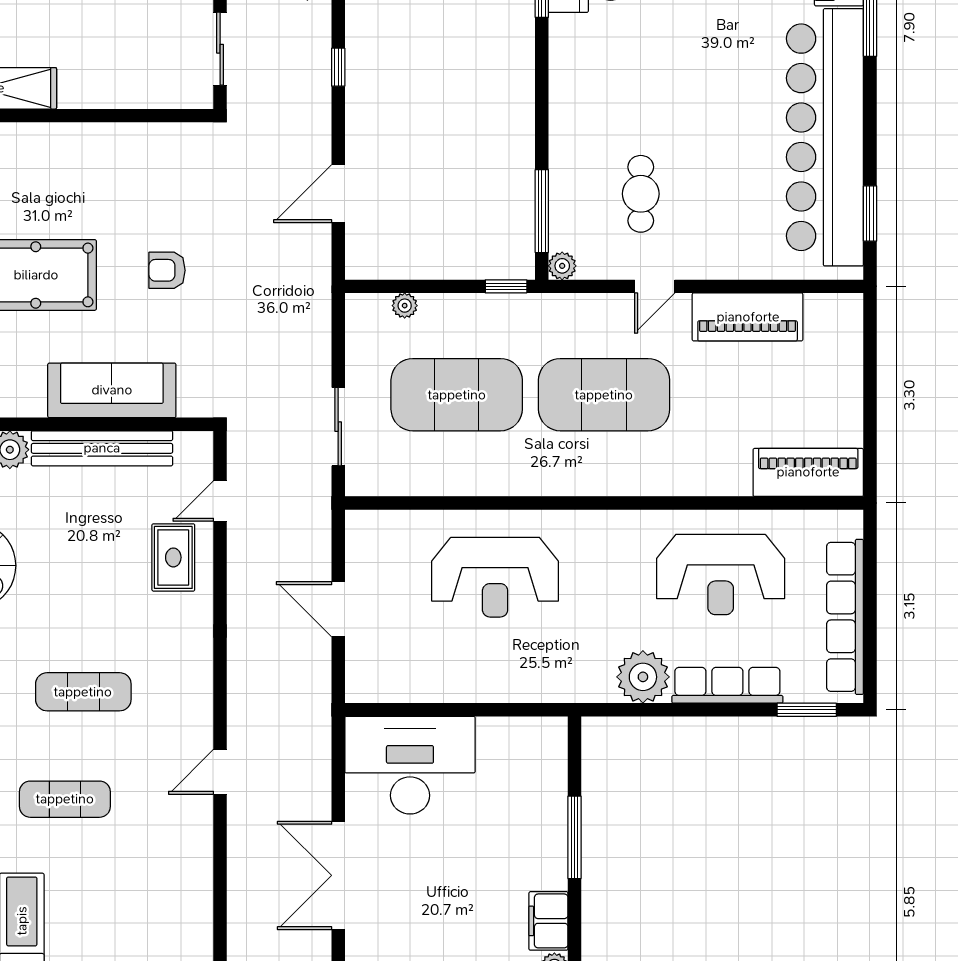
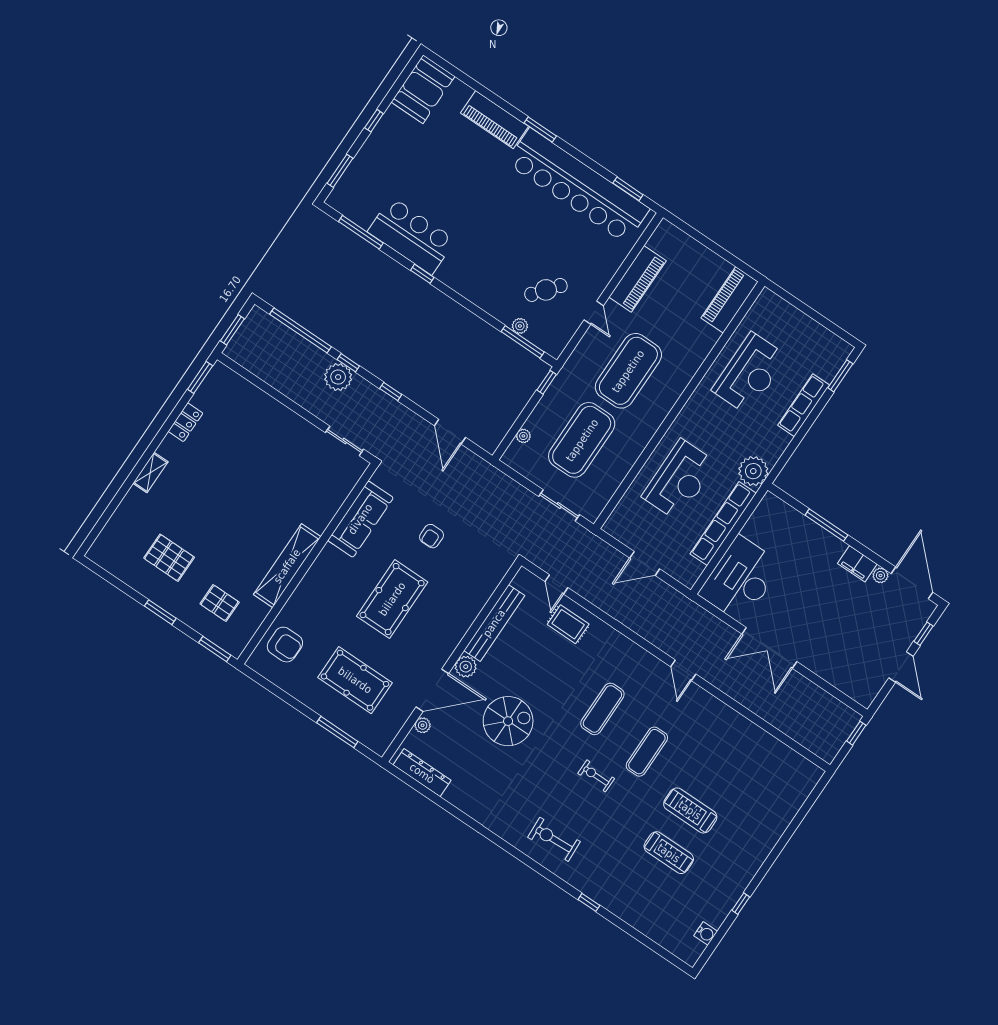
cafe table: (641, 194) -> (546, 290), turned -51
plant: (562, 266) -> (520, 326), moved
sofa: (112, 390) -> (360, 519), moved, turned 180
row of seats: (845, 617) -> (723, 524), moved, turned 90
plant: (643, 677) -> (753, 471), moved

